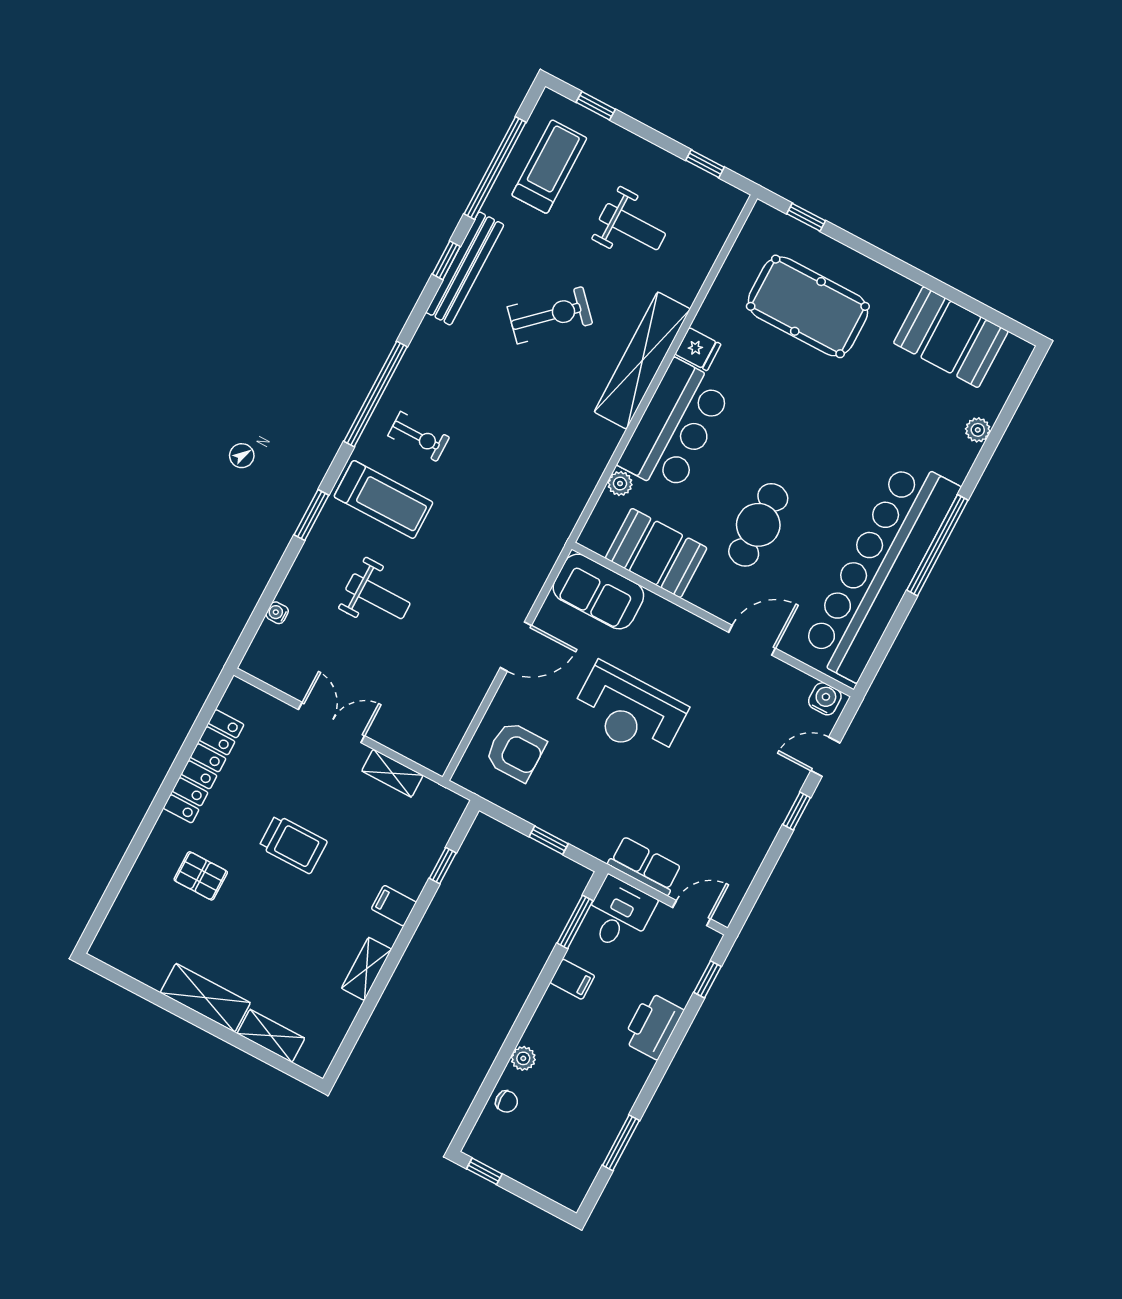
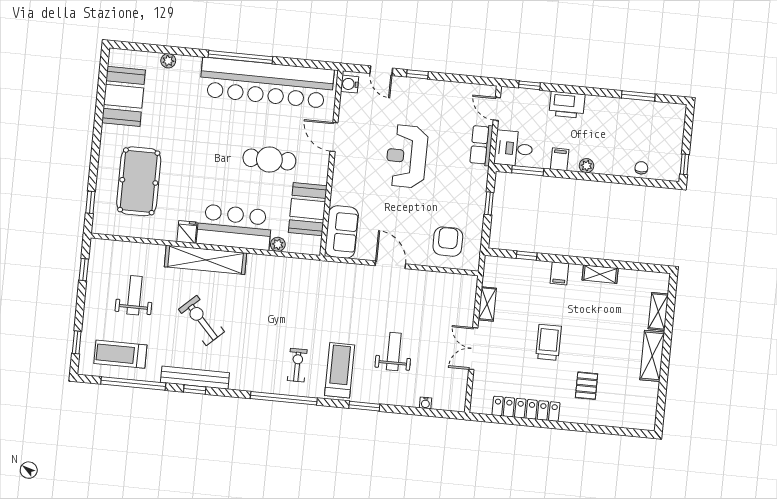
reception desk: (629, 711) -> (406, 156), moved, turned 180
plant: (523, 1058) -> (586, 166), moved

